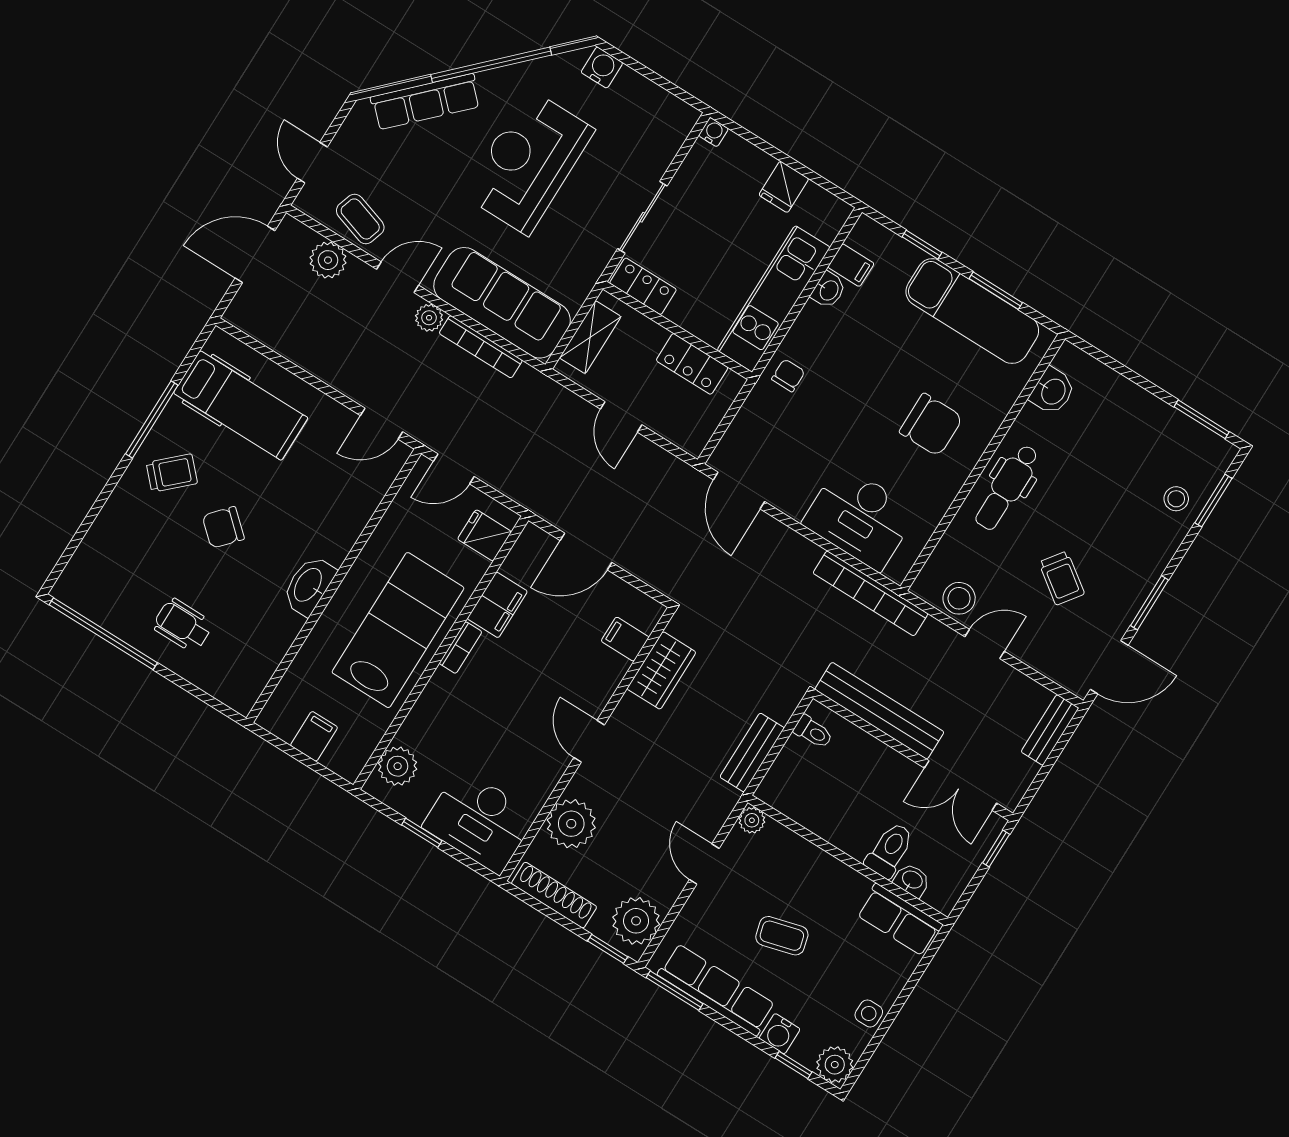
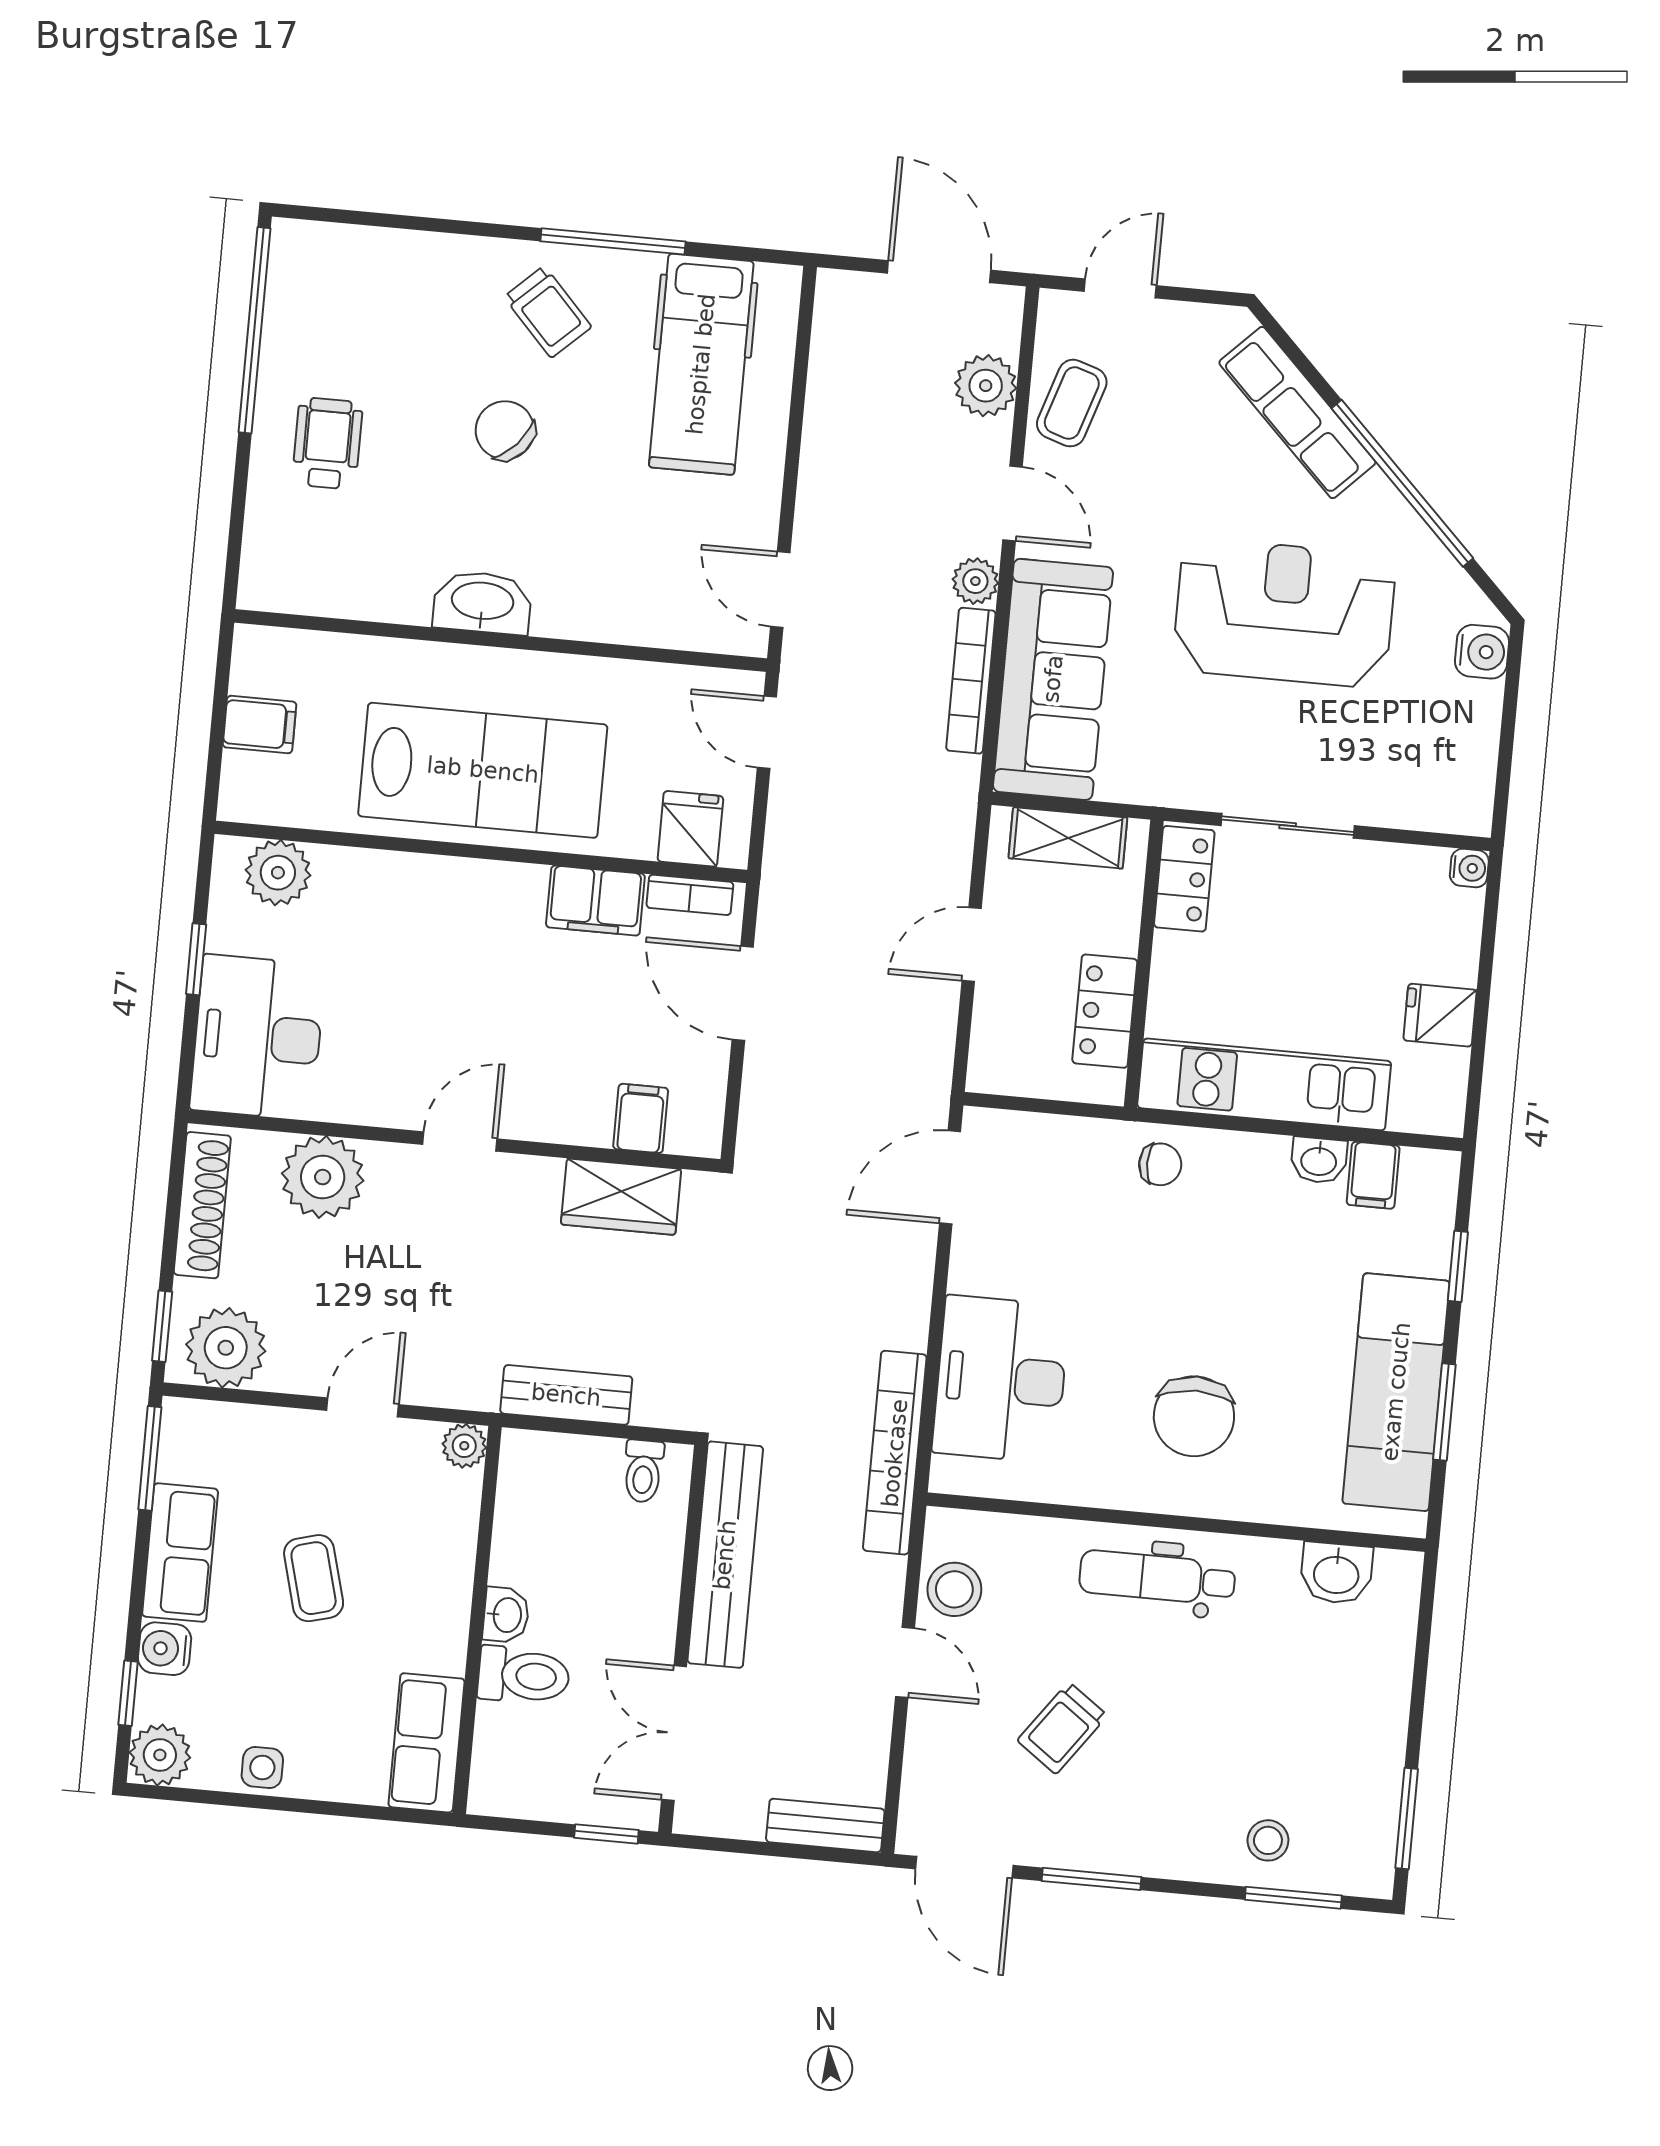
bookcase: (461, 648) -> (690, 895), moved
washbasin: (912, 880) -> (506, 1615), moved
row of seats: (716, 990) -> (180, 1553), width x0.68

